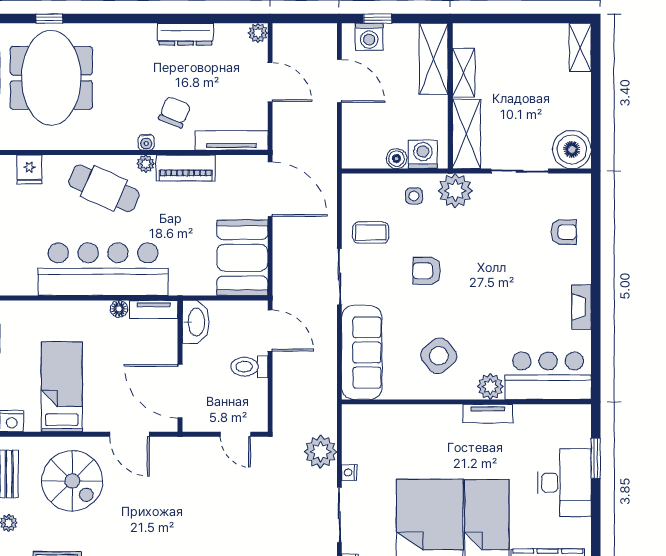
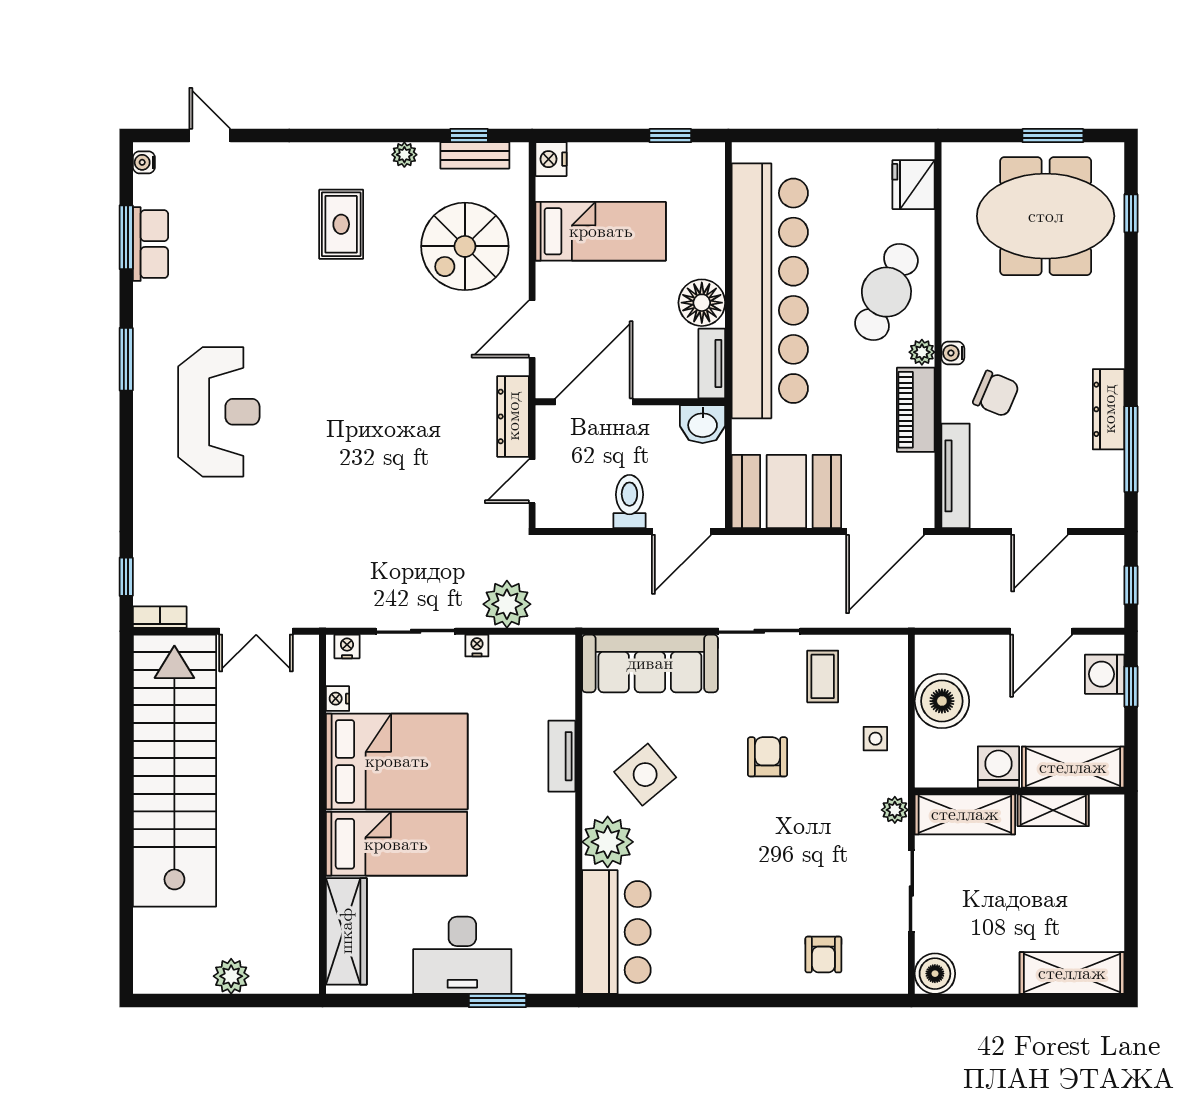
window: (213, 19) -> (1131, 449), added
window: (307, 19) -> (1131, 585), added
plant: (258, 33) -> (1110, 514), removed
shelving: (580, 47) -> (1072, 973), width x1.50, depth x1.33
boiler: (572, 149) -> (935, 974), width x0.73, depth x0.73
washing machine: (423, 154) -> (998, 767), moved, turned -90
boiler: (397, 159) -> (942, 701), width x1.86, depth x1.86
fridge: (29, 169) -> (914, 185), width x1.38
plant: (455, 191) -> (895, 810), width x0.53, depth x0.53
bar counter: (103, 269) -> (770, 291), width x1.36
fireplace: (581, 307) -> (715, 980), removed
floor lamp: (119, 309) -> (702, 303), width x1.89, depth x1.89
washbasin: (196, 322) -> (703, 424), width x0.72
plant: (490, 387) -> (608, 842), width x1.36, depth x1.36
tv unit: (488, 414) -> (562, 756), moved
dresser: (190, 448) -> (513, 416), added

